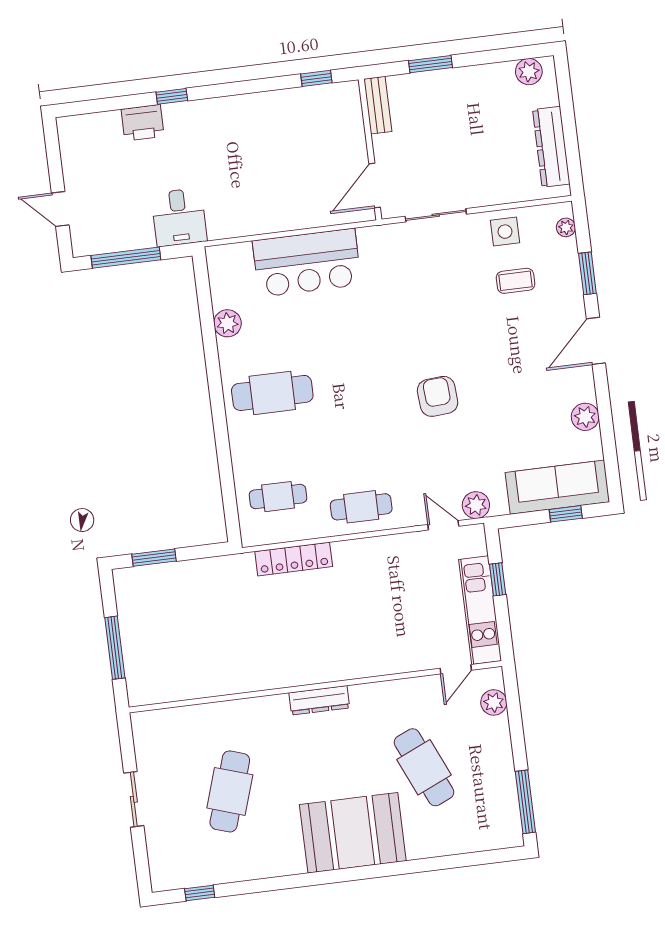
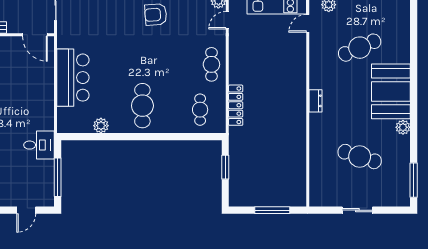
window: (154, 558) -> (225, 167), moved
door: (456, 669) -> (308, 23), swing flipped
dresser: (319, 700) -> (315, 101), width x0.70
plant: (292, 862) -> (403, 127), added
window: (200, 893) -> (414, 180), width x2.17

